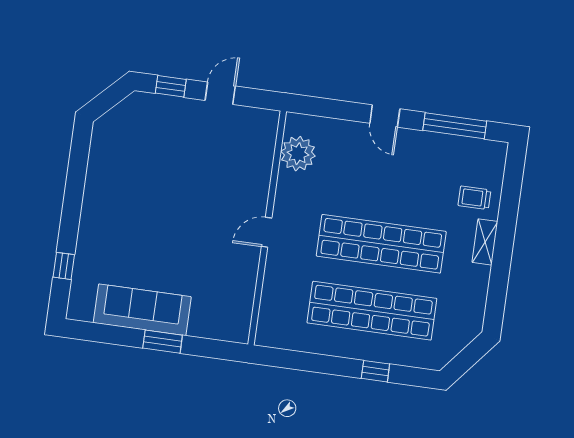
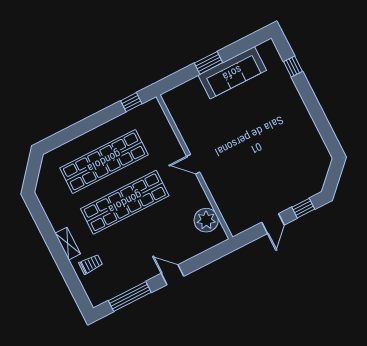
door: (267, 232) -> (193, 164), swing flipped
window: (375, 371) -> (131, 102), moved

